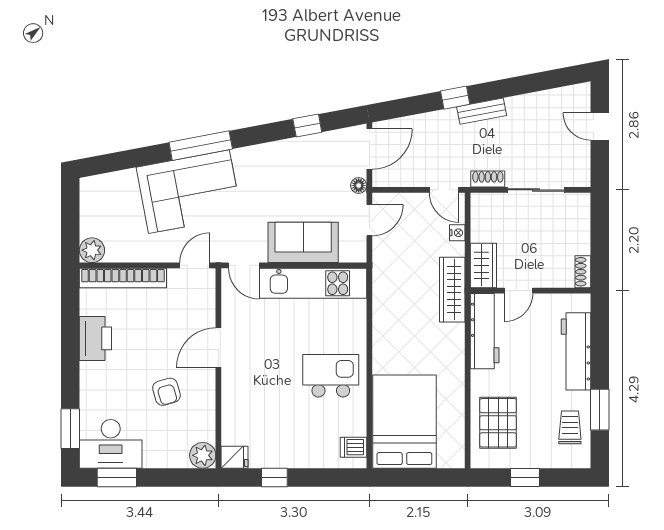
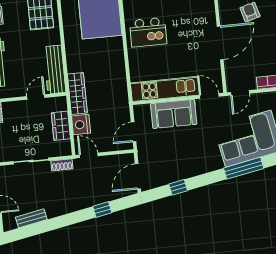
window: (455, 98) -> (102, 210), moved
bench: (482, 111) -> (31, 218), moved
floor lamp: (359, 185) -> (142, 153), removed
nightstand: (457, 233) -> (81, 125), width x1.89, depth x1.79
wardrobe: (483, 265) -> (61, 126), moved
door: (218, 348) -> (220, 43), width x1.36

